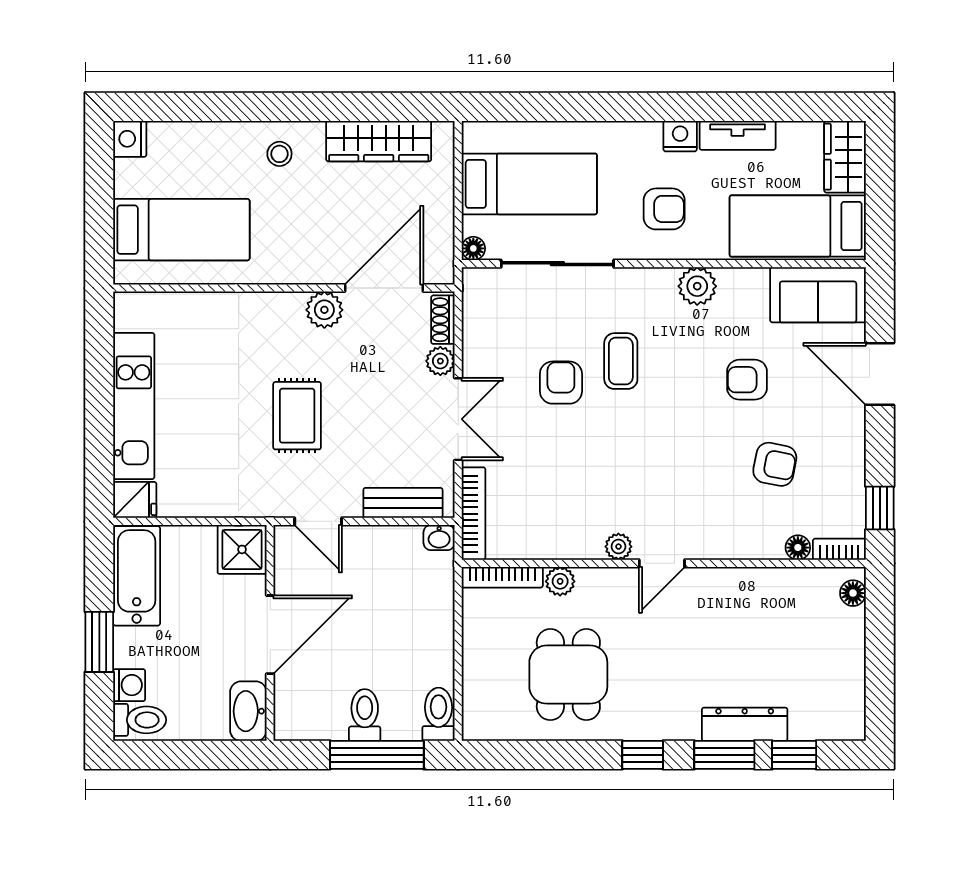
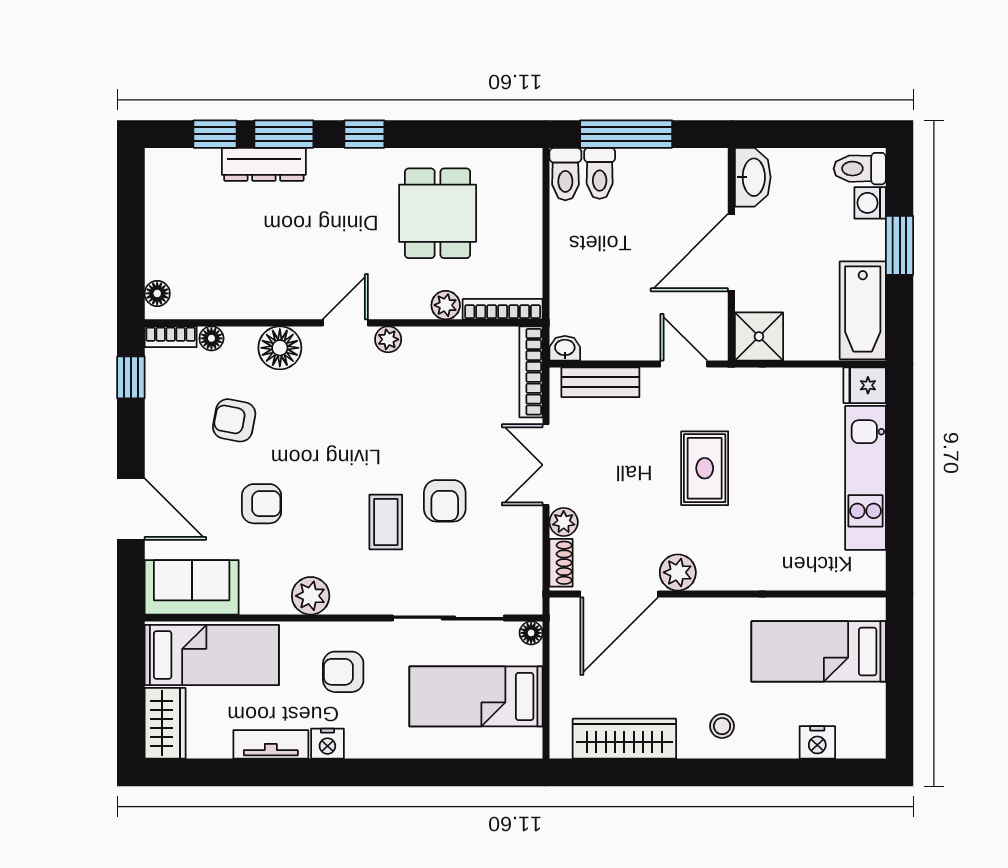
nightstand: (130, 139) -> (817, 742), moved, turned 90
floor lamp: (728, 538) -> (280, 348), added
toilet: (365, 715) -> (600, 173), moved

